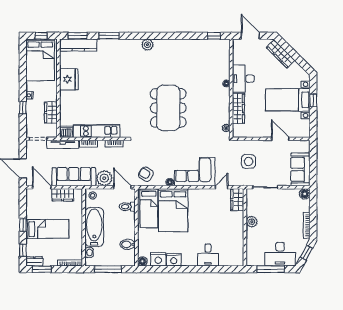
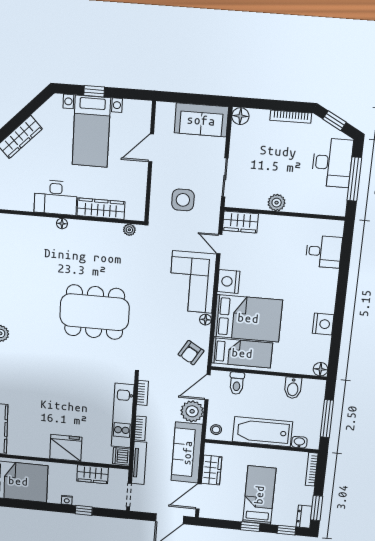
fridge: (69, 79) -> (66, 448), moved
desk: (208, 255) -> (324, 252), moved
nightstand: (158, 259) -> (229, 281), moved, turned 180

